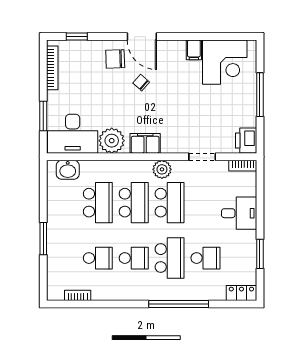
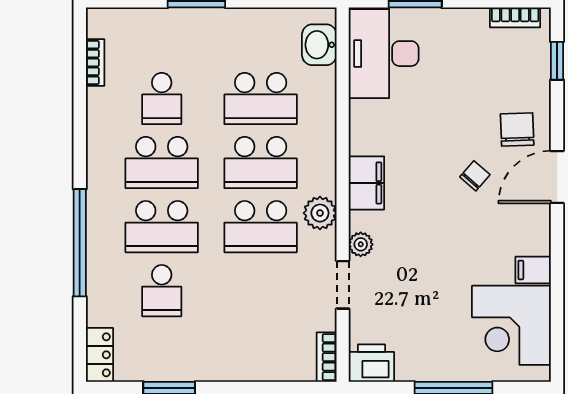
bookcase: (52, 68) -> (515, 17), width x0.64
plant: (112, 141) -> (361, 244), moved, width x0.53, depth x0.53
desk: (239, 213) -> (242, 351), removed
school desk: (134, 258) -> (162, 163), width x1.85

